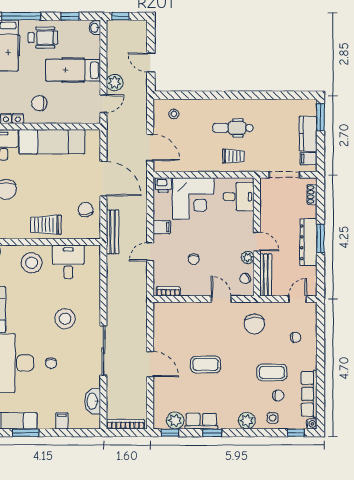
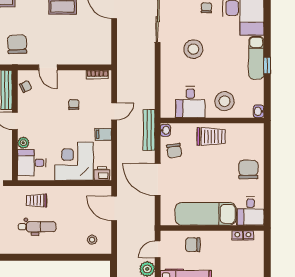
chair: (39, 103) -> (193, 245), moved, turned 180
washbasin: (95, 231) -> (165, 130), added
plant: (248, 258) -> (23, 143), moved

